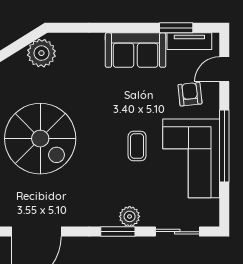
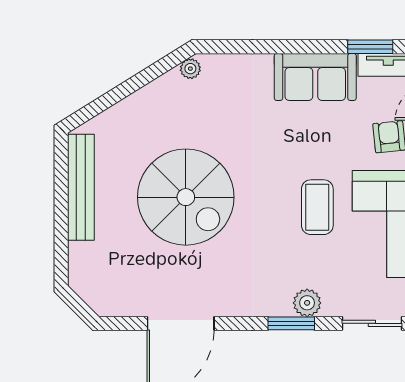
plant: (41, 53) -> (190, 69), width x0.53, depth x0.53
coffee table: (137, 146) -> (317, 207), width x1.36, depth x1.30

